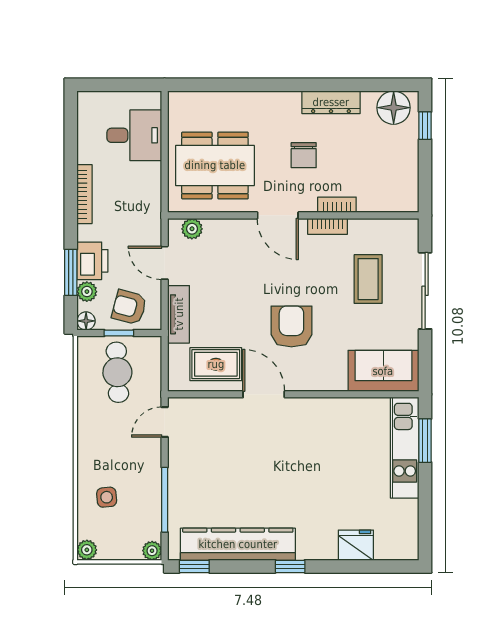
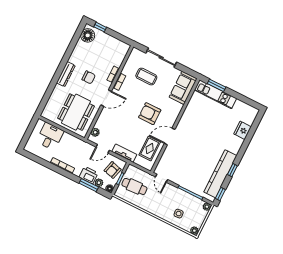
dresser: (331, 102) -> (66, 74), moved
window: (290, 566) -> (232, 170), moved

